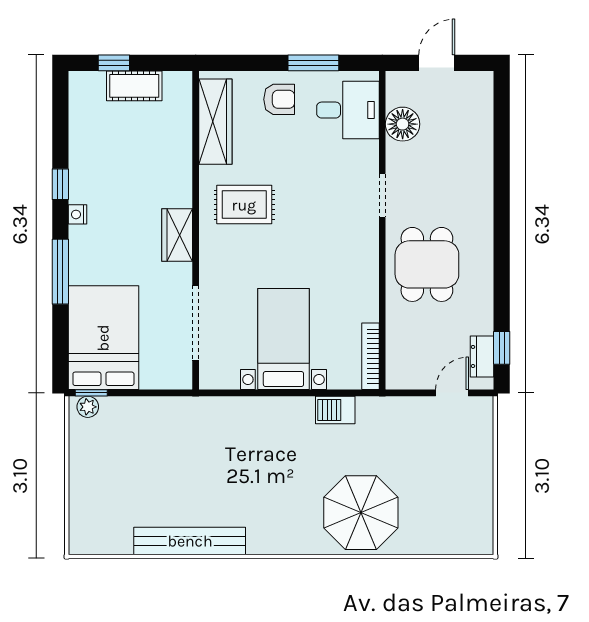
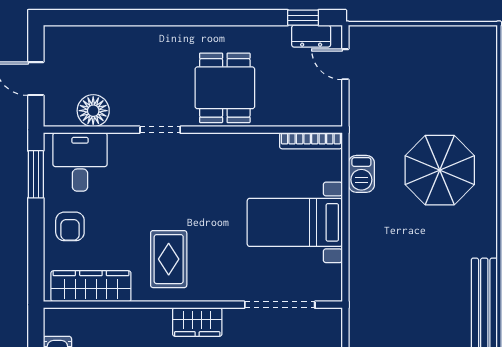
window: (313, 63) -> (36, 174), moved
armchair: (279, 99) -> (70, 226), turned 180
dining table: (427, 264) -> (225, 88), turned 90
parasol: (361, 513) -> (440, 170), moved

